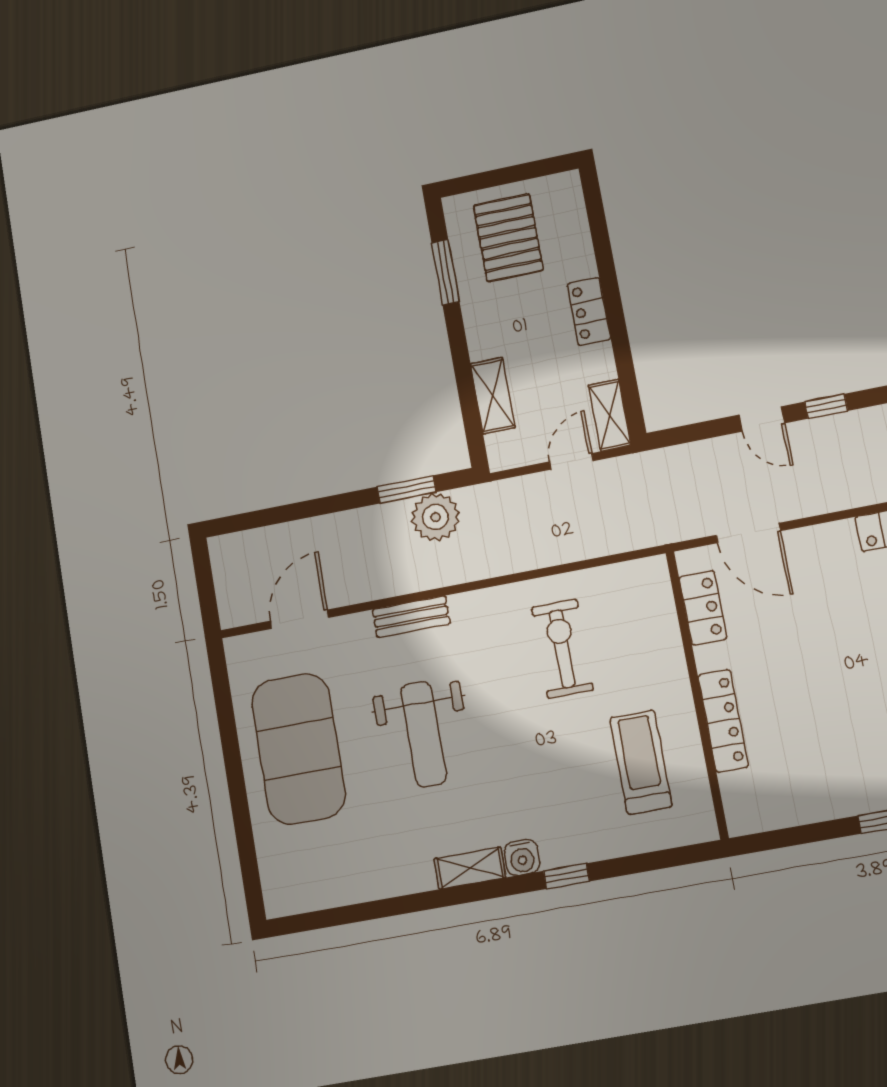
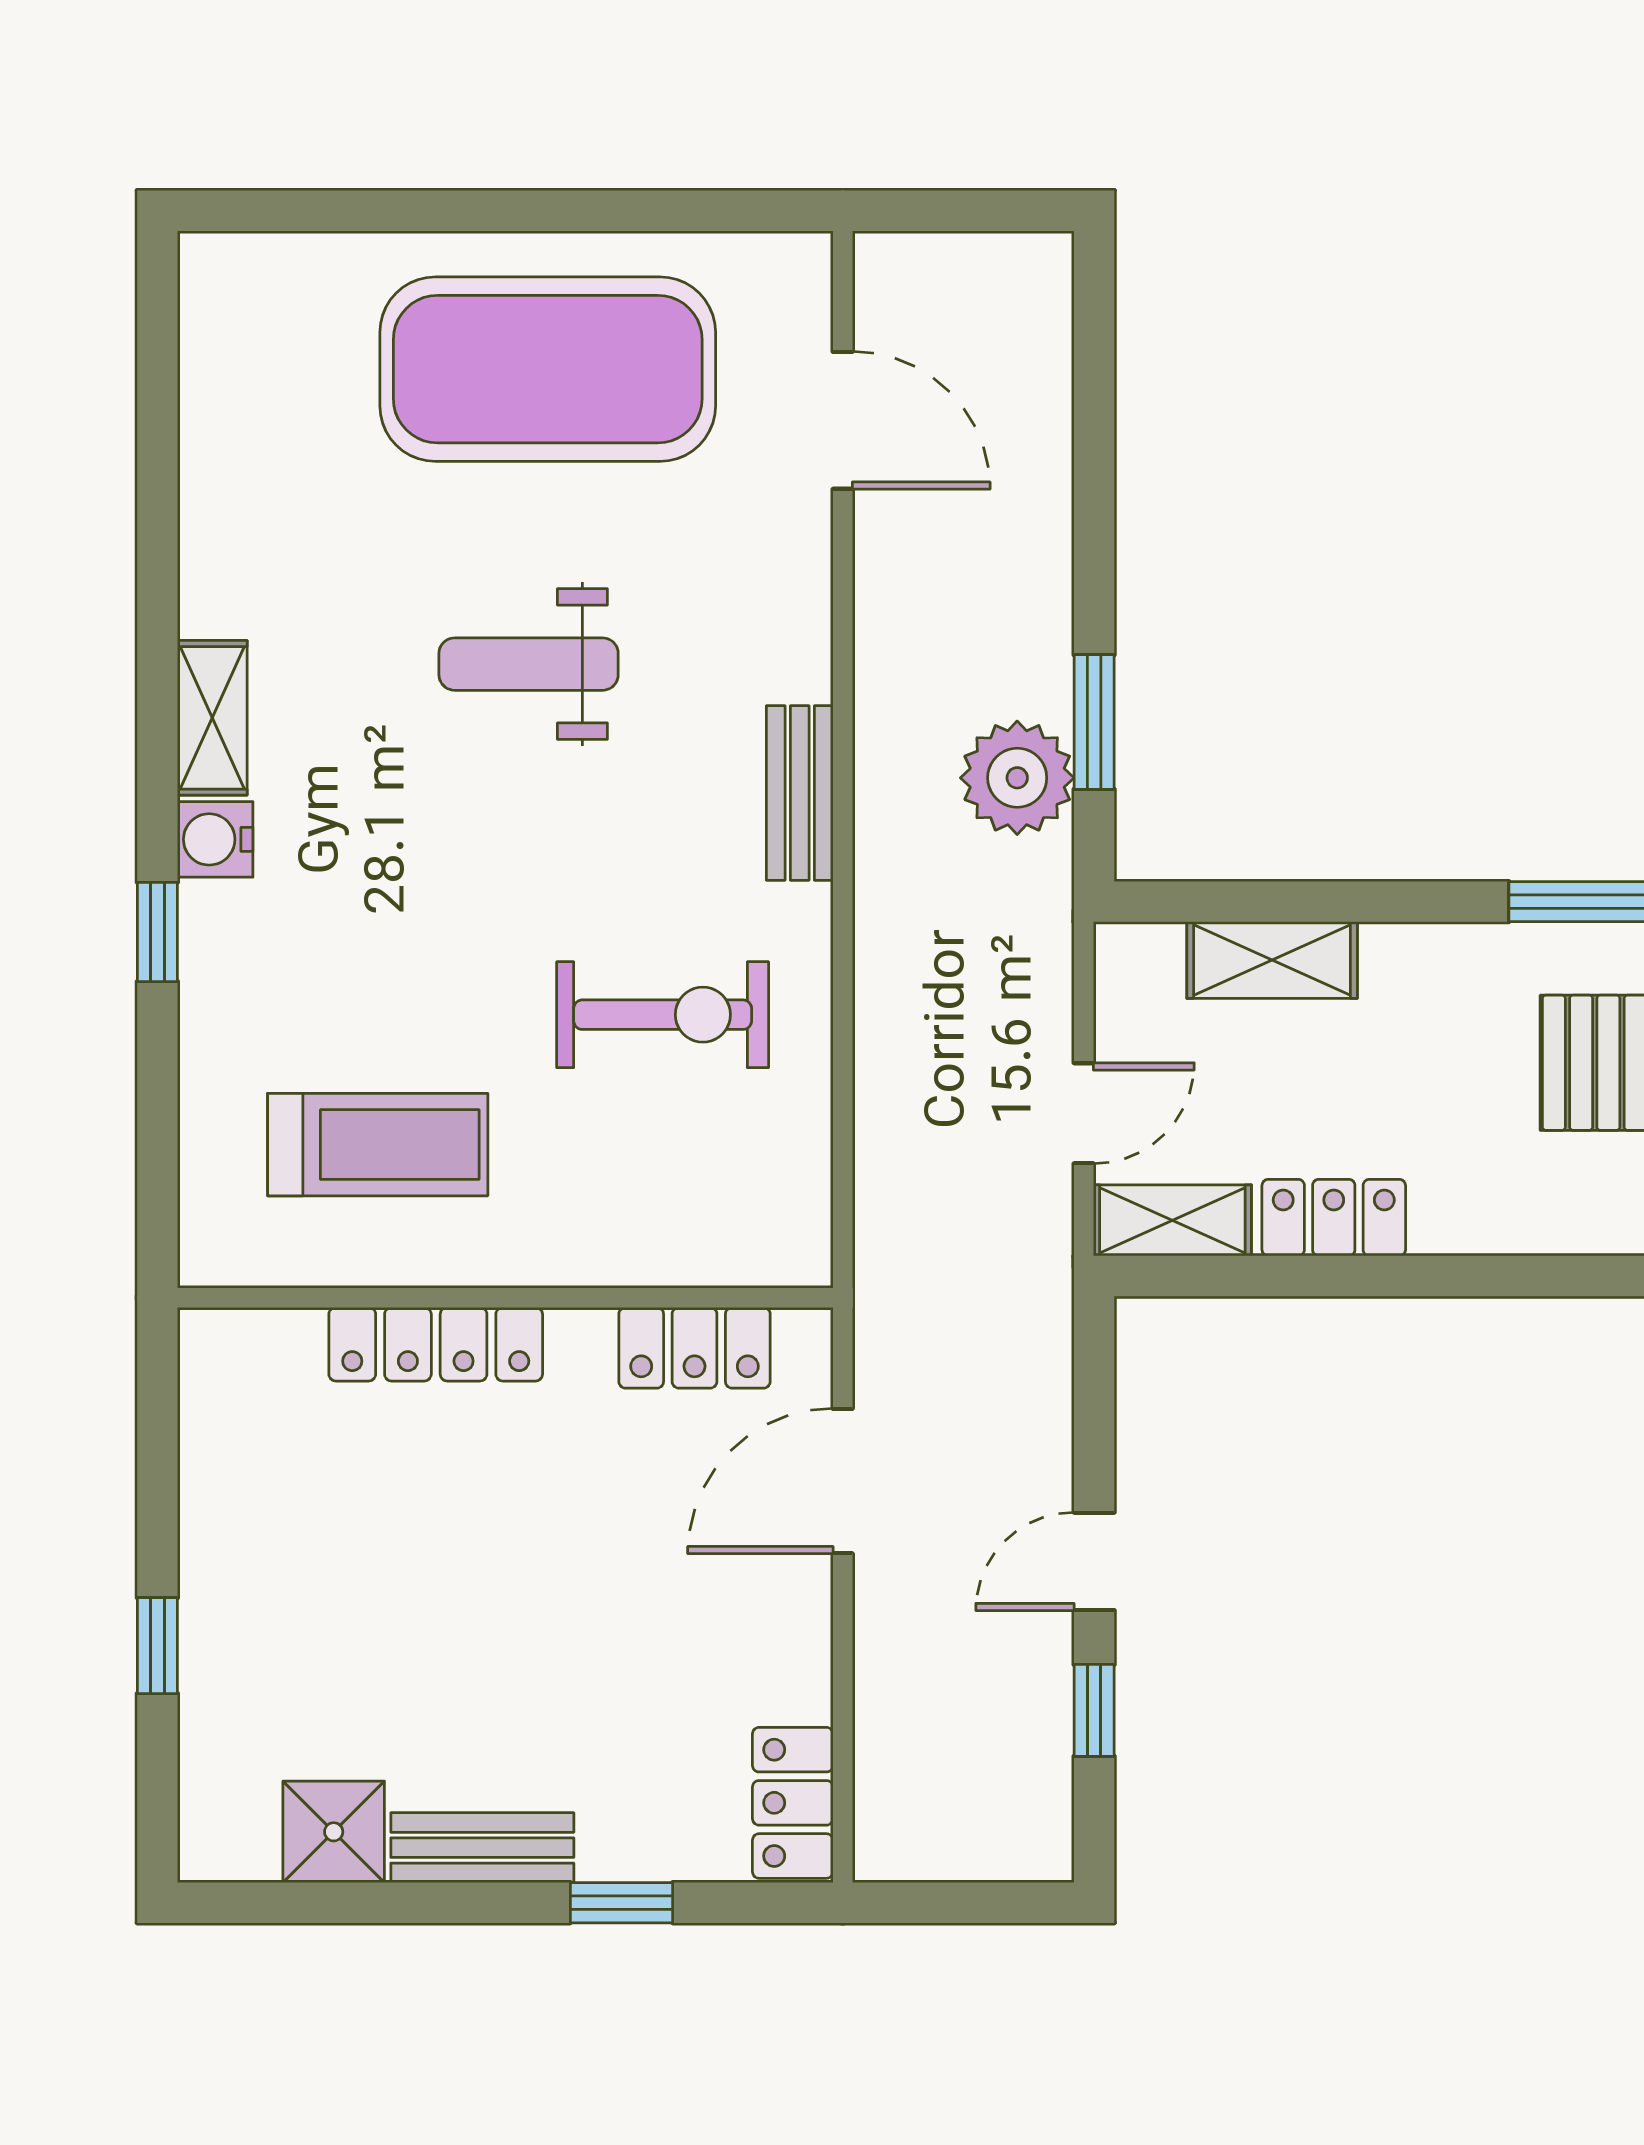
locker: (589, 312) -> (1334, 1218), moved
door: (571, 461) -> (1084, 1113), hinge flipped
bench: (411, 617) -> (800, 793), moved
weight bench: (424, 734) -> (529, 664), width x0.73, depth x0.75

